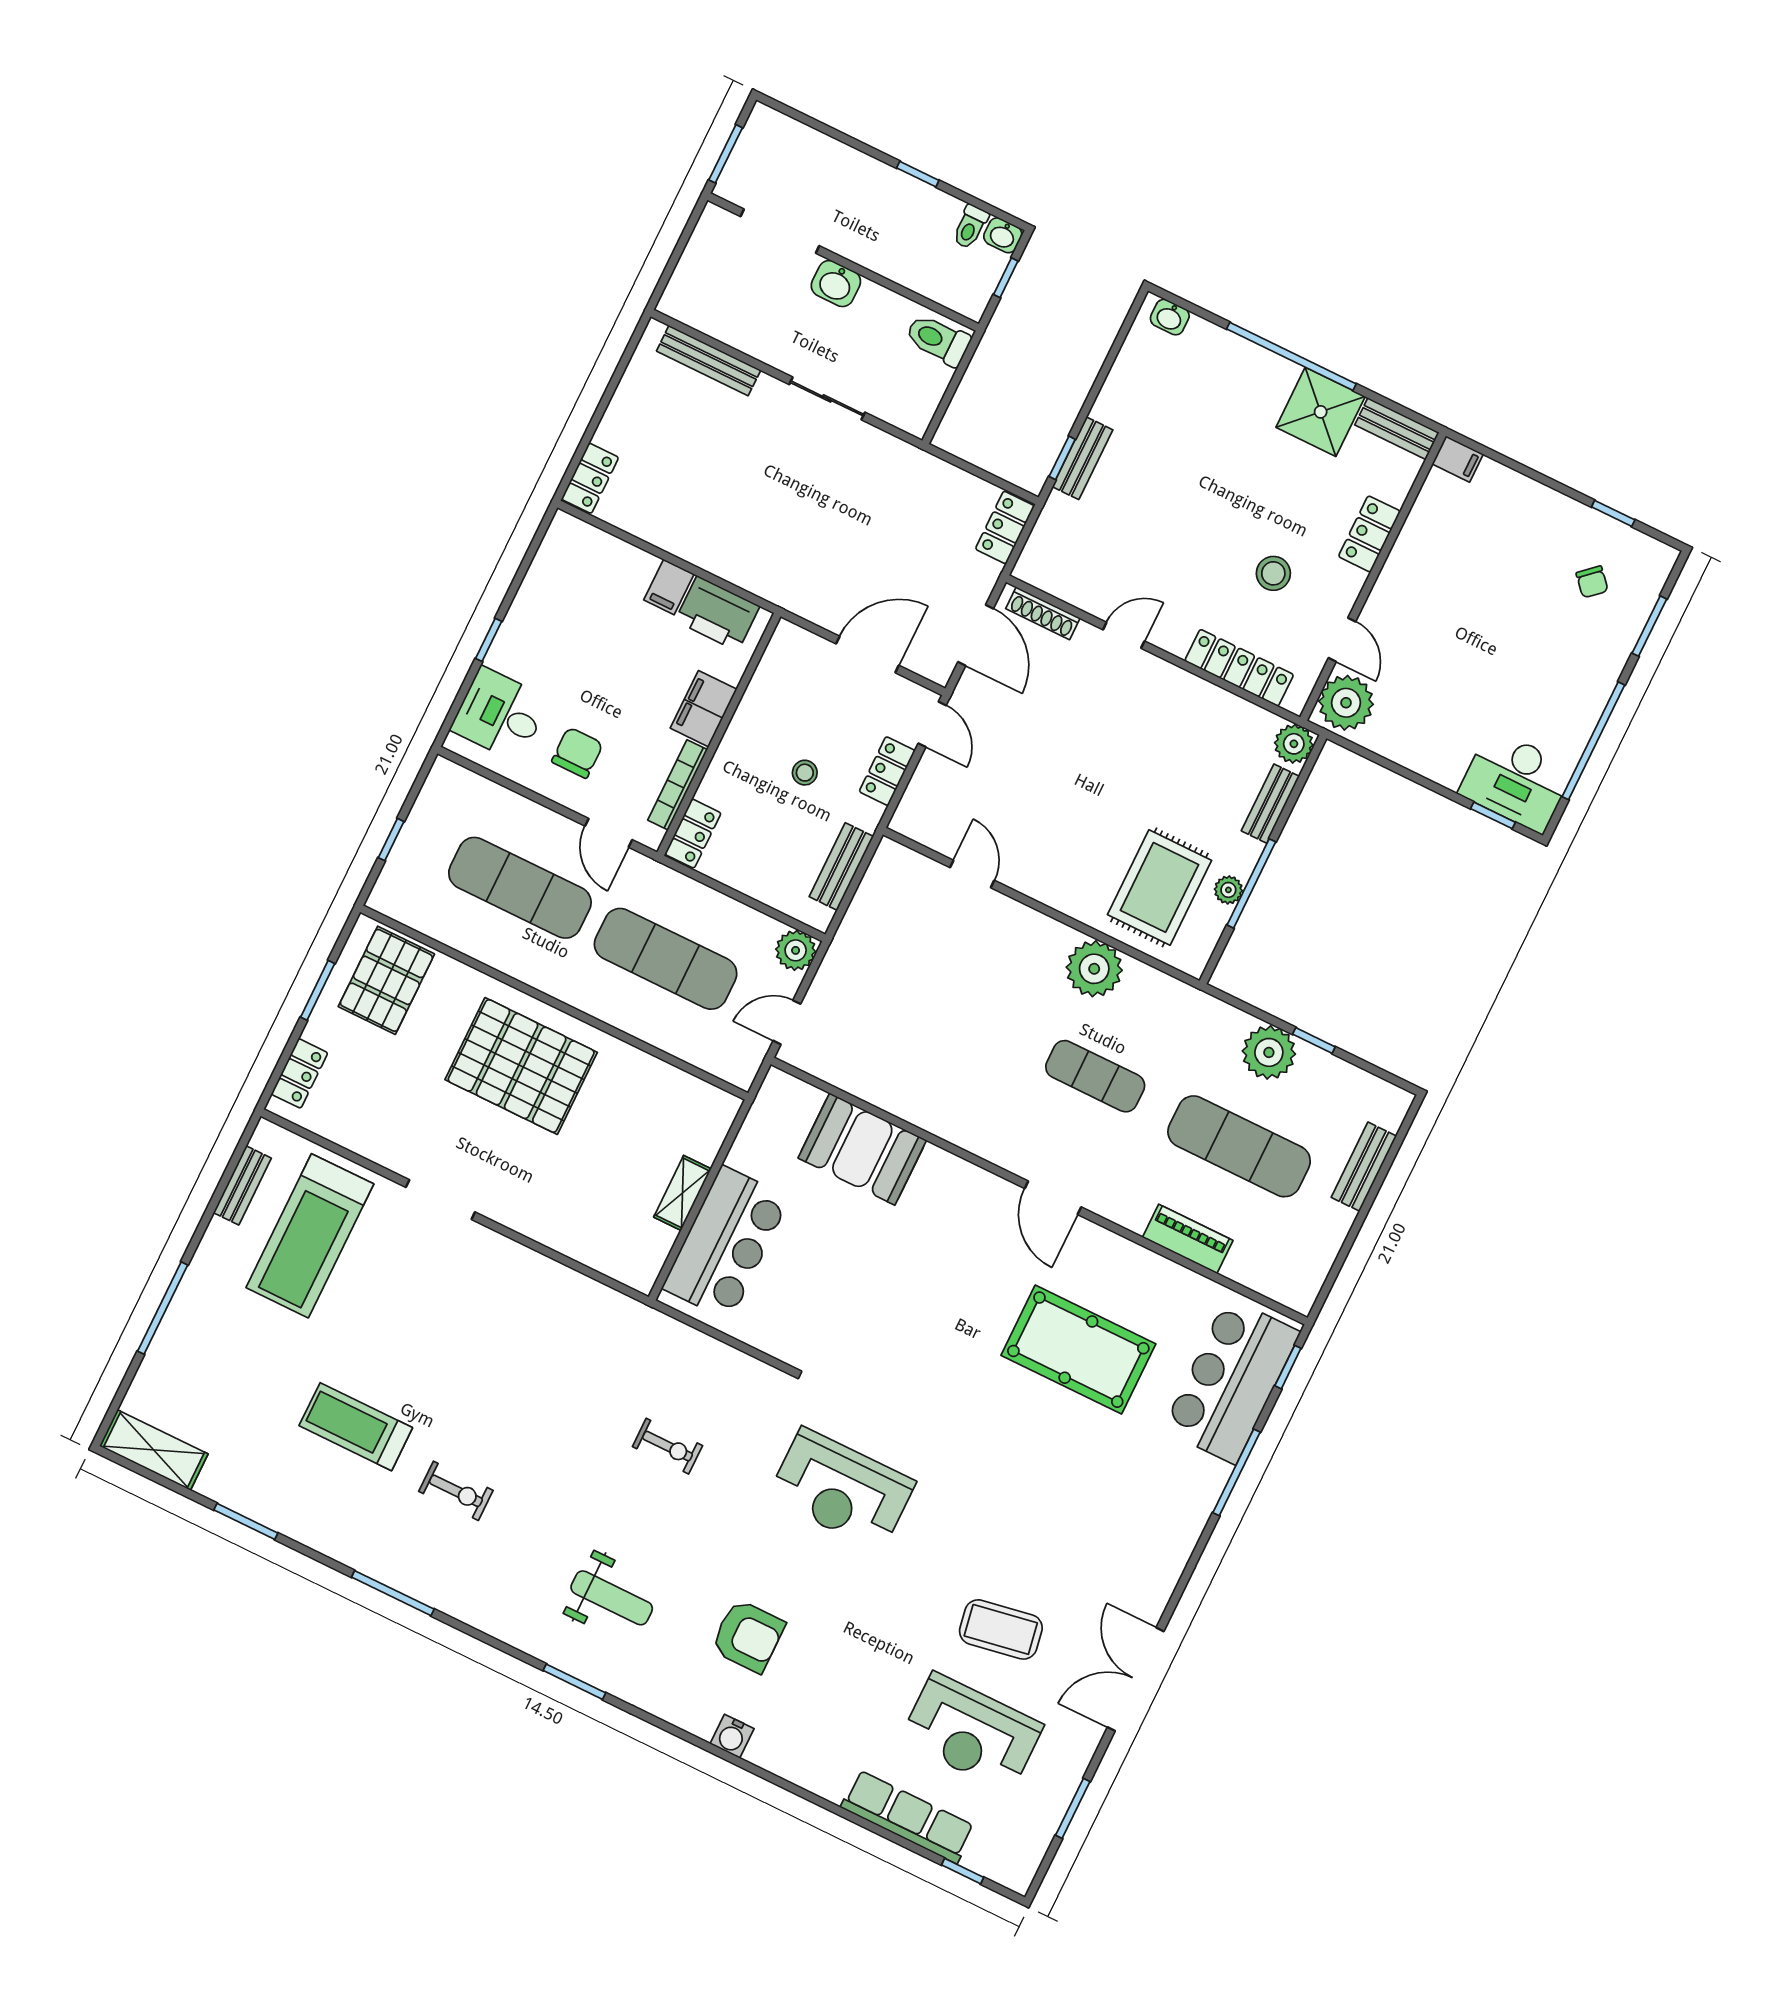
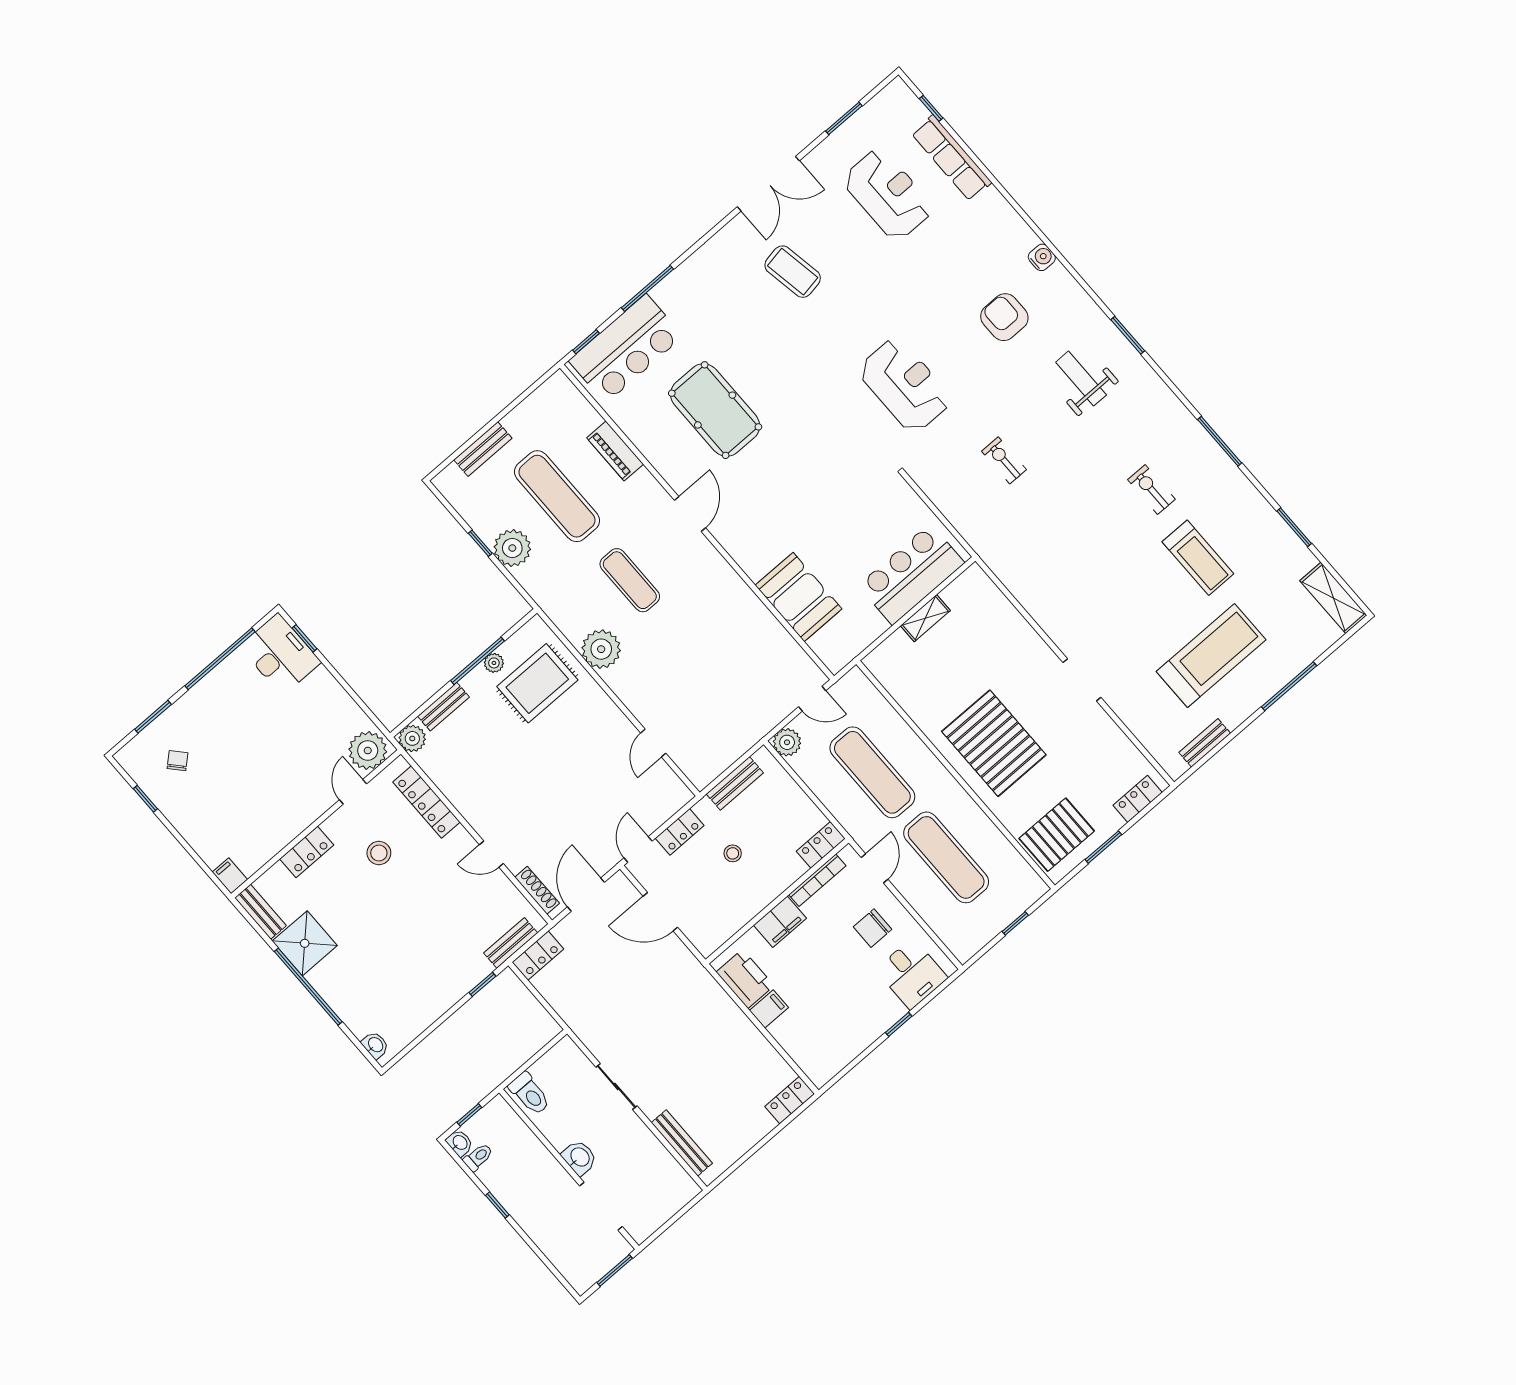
bench: (1083, 458) -> (511, 943), moved
treadmill: (310, 1236) -> (1211, 656), moved
coffee table: (1001, 1629) -> (793, 272), moved

